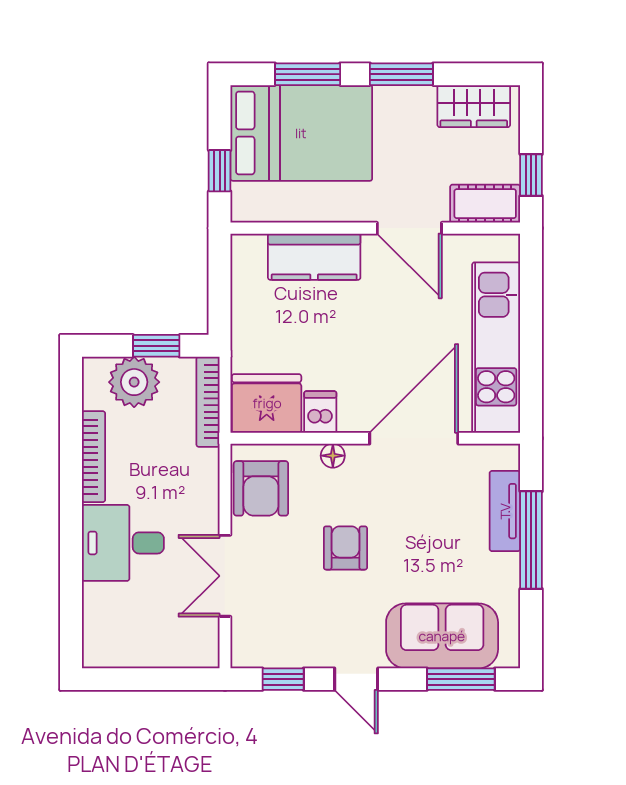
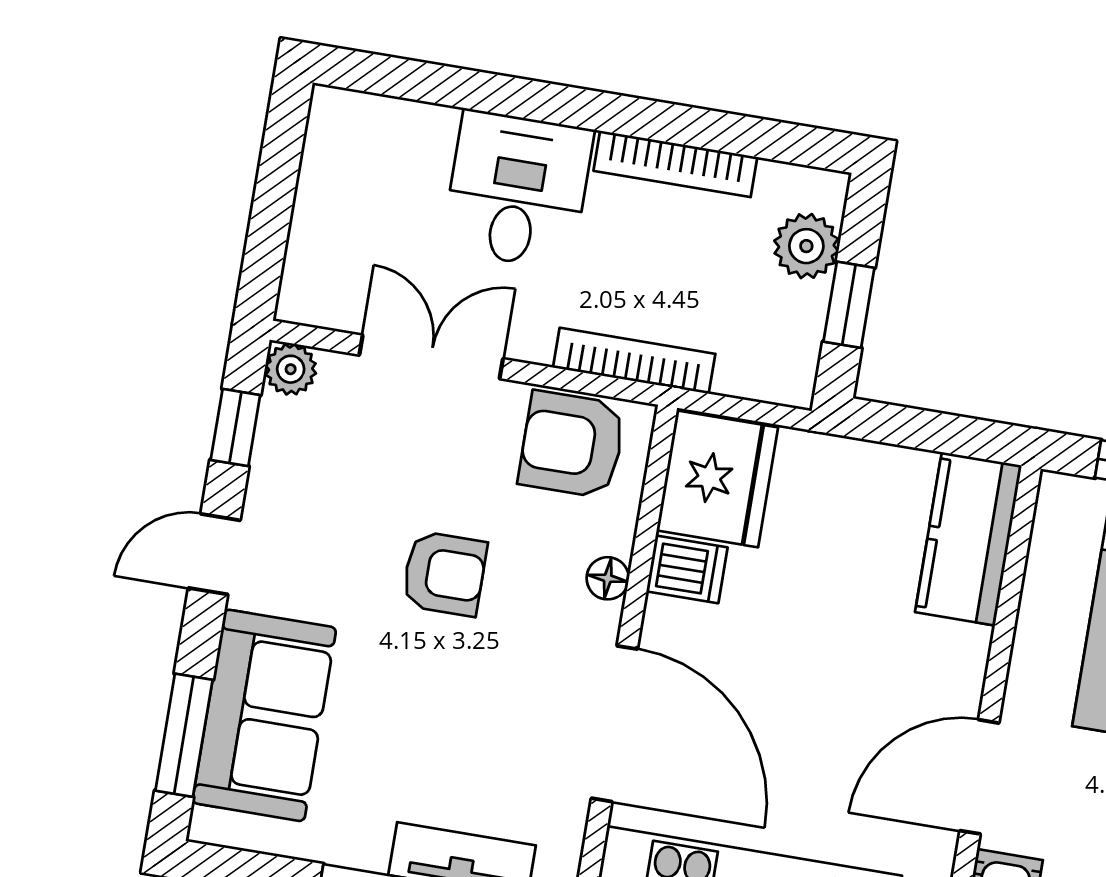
kitchen counter: (314, 257) -> (968, 539), moved
plant: (134, 382) -> (806, 246), width x0.73, depth x0.73
bookcase: (208, 402) -> (634, 361), moved
plant: (245, 654) -> (291, 369), added

